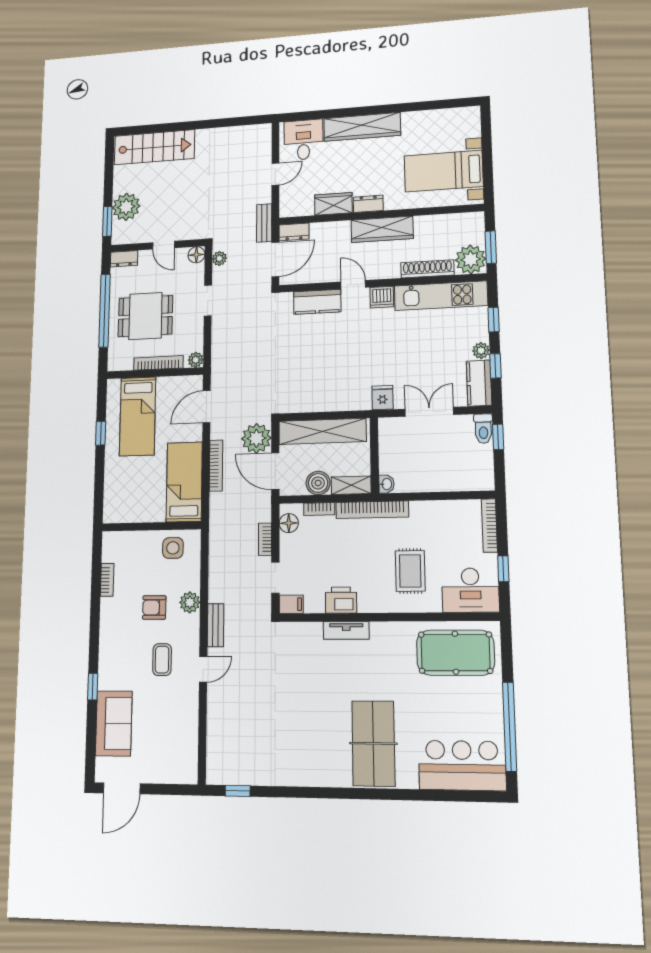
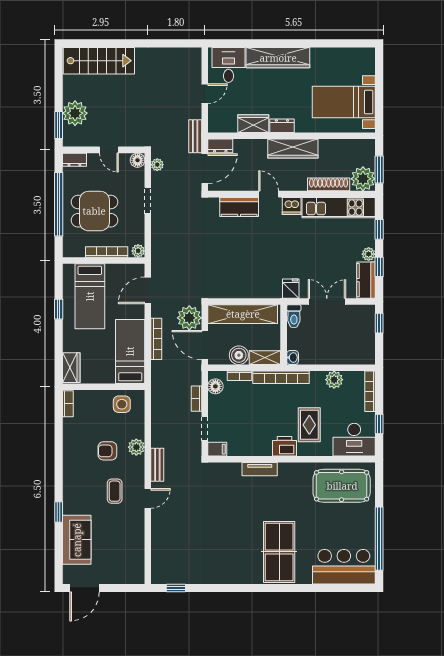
toilet: (483, 429) -> (294, 316), moved
wardrobe: (113, 504) -> (71, 368), added
plant: (441, 511) -> (334, 380), added
bookcase: (107, 580) -> (68, 404), moved
printer: (341, 600) -> (285, 446), moved

